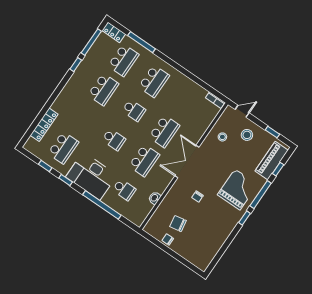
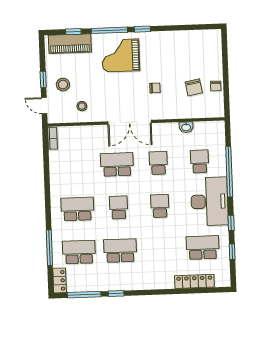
window: (272, 132) -> (43, 79), moved
school desk: (144, 160) -> (158, 163), width x0.54

